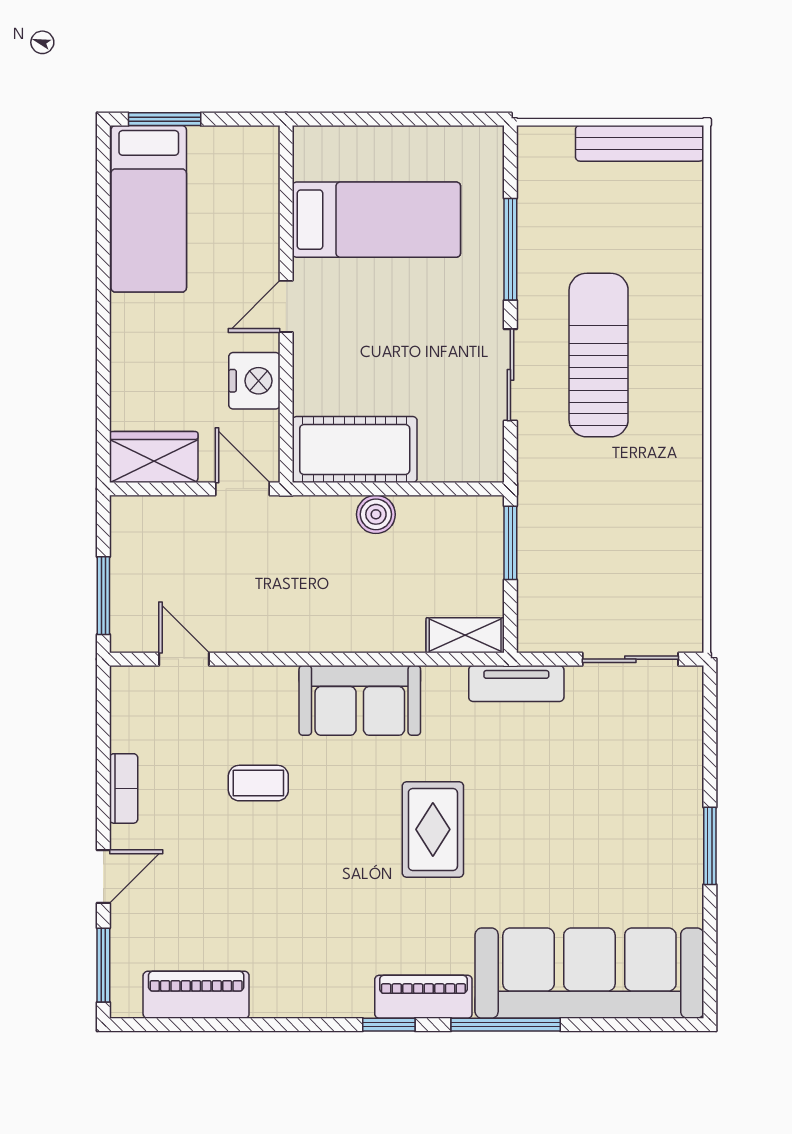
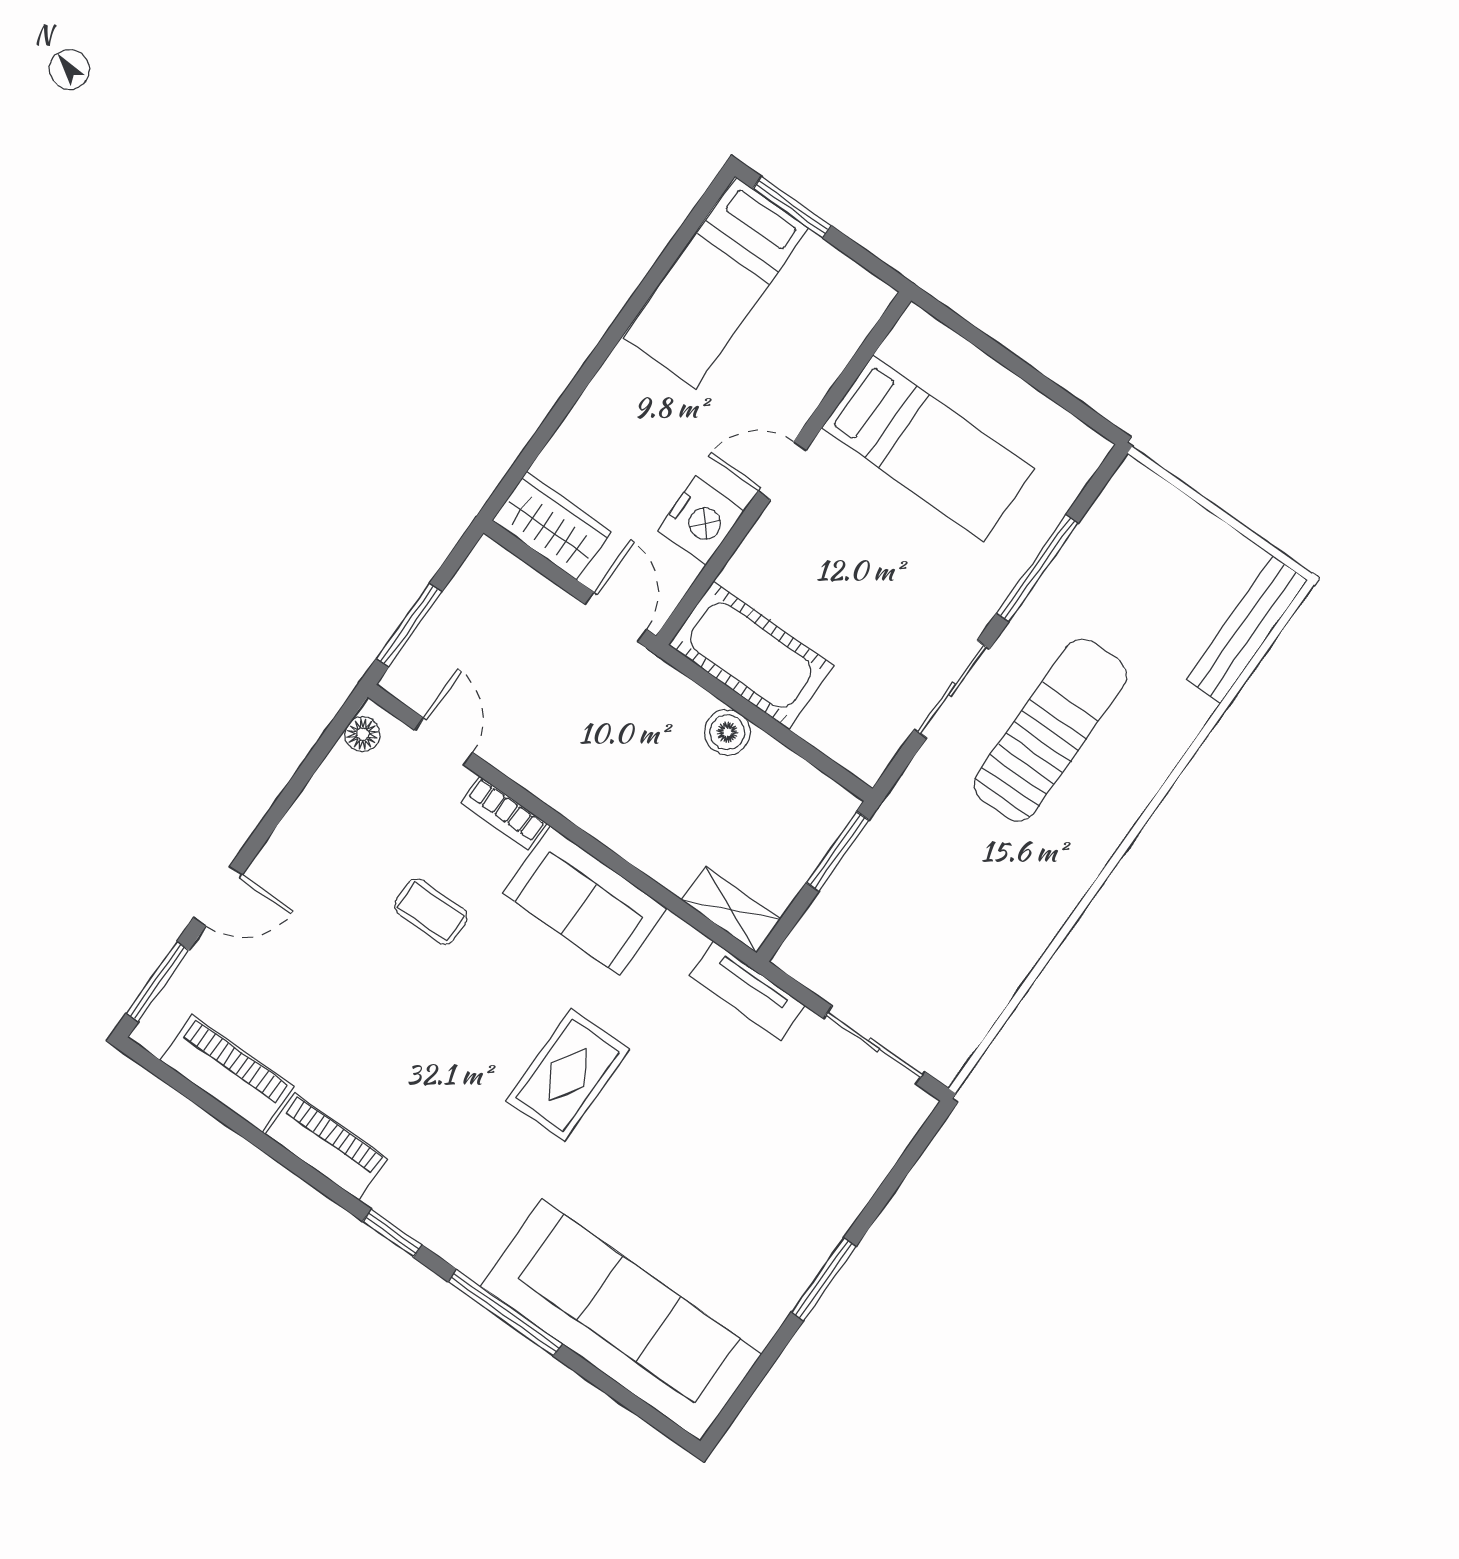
bench: (640, 143) -> (1247, 630), moved, turned 90
floor lamp: (124, 694) -> (363, 734), added
bookcase: (124, 788) -> (504, 813), moved, turned 90
piano: (423, 997) -> (326, 1146), moved

